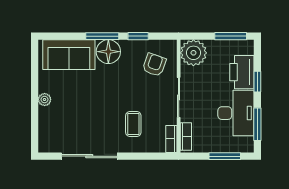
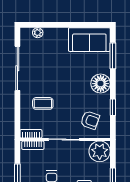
window: (102, 36) -> (113, 56), moved
sofa: (69, 55) -> (89, 40), moved, turned -90
plant: (45, 100) -> (38, 33), moved

